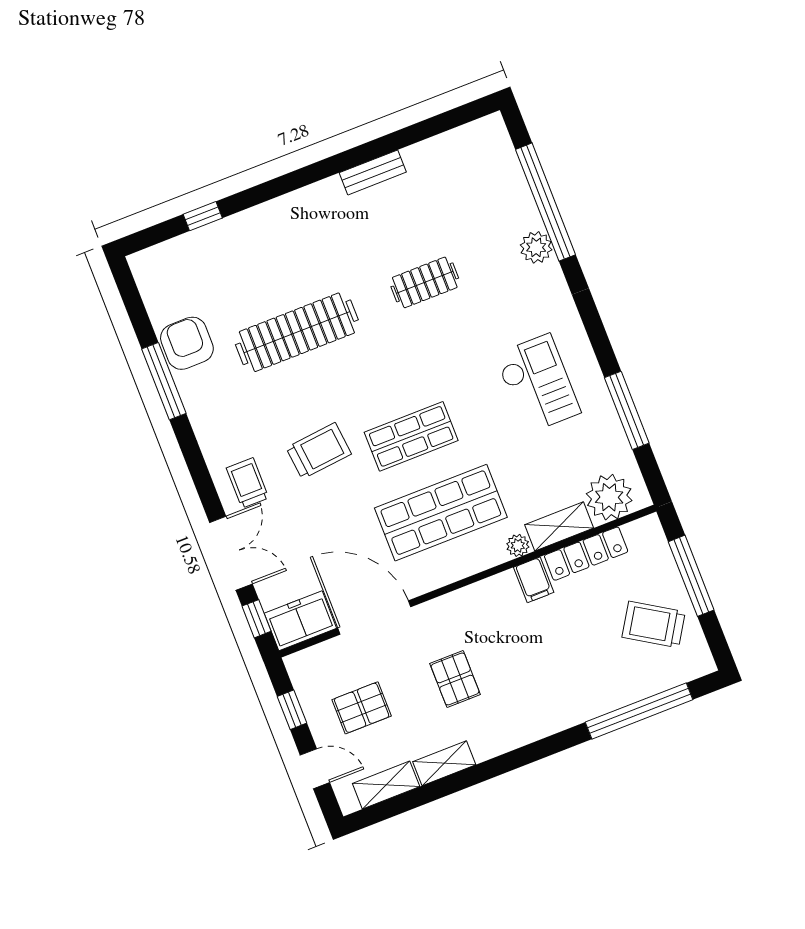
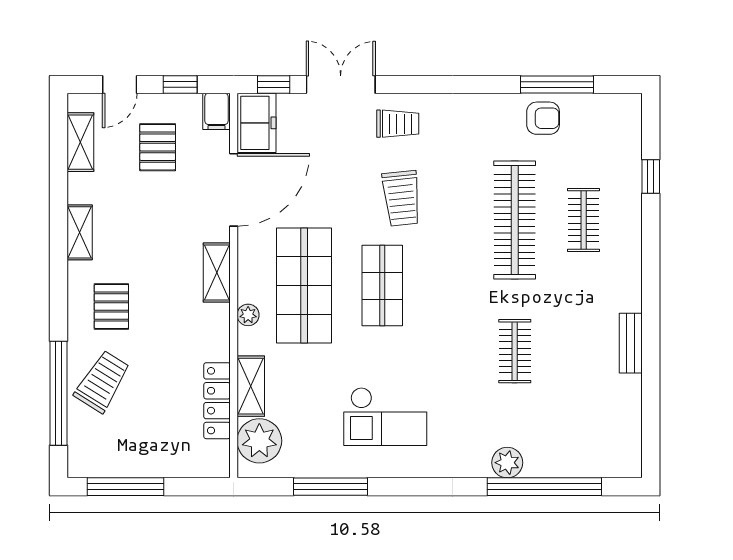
clothes rail: (271, 265) -> (584, 220), added
armchair: (187, 343) -> (543, 118), width x0.72, depth x0.72
window: (164, 381) -> (557, 84), moved
plant: (518, 545) -> (248, 315), moved
double door: (231, 553) -> (341, 84), swing flipped
window: (691, 576) -> (126, 487), moved
filing cabinet: (534, 580) -> (216, 111), moved, turned -90
shelving: (461, 603) -> (217, 272), added
trolley: (654, 624) -> (102, 382), moved
pallet: (455, 679) -> (111, 307), moved, turned 90
shelving: (444, 763) -> (80, 232), moved

